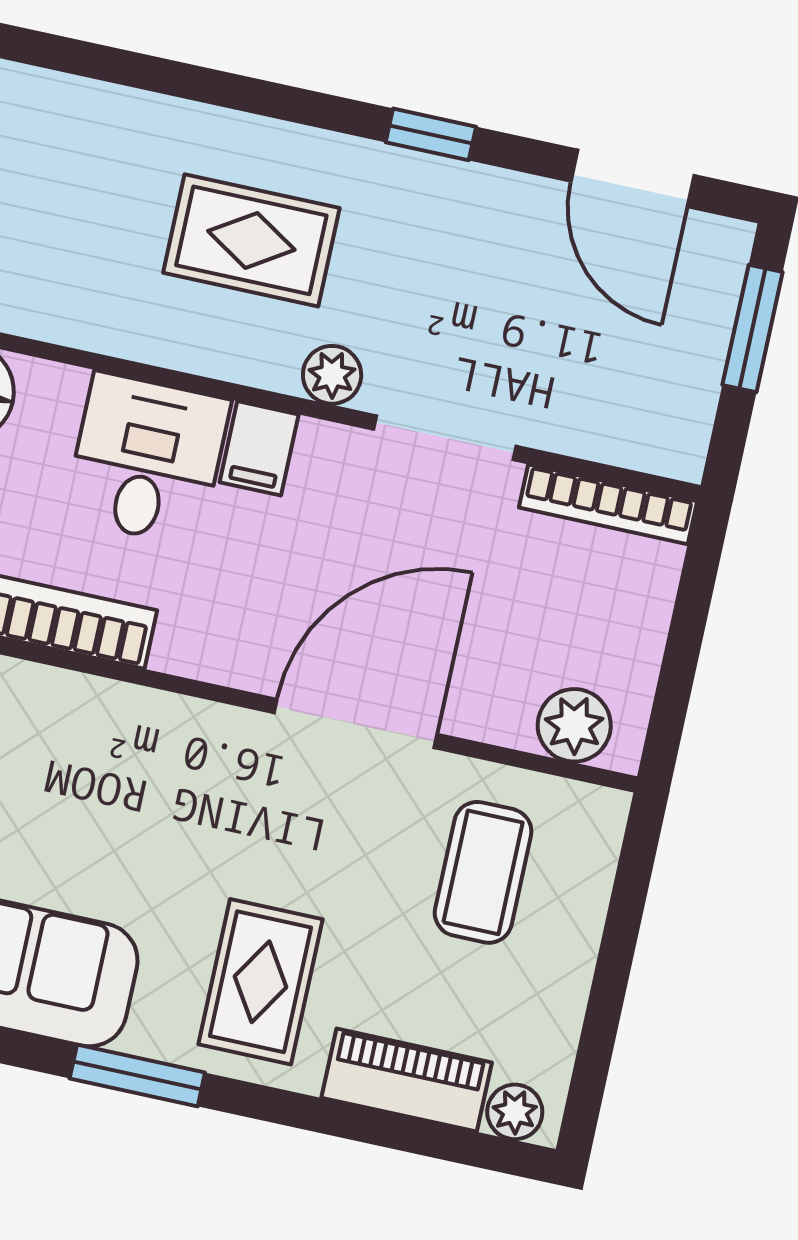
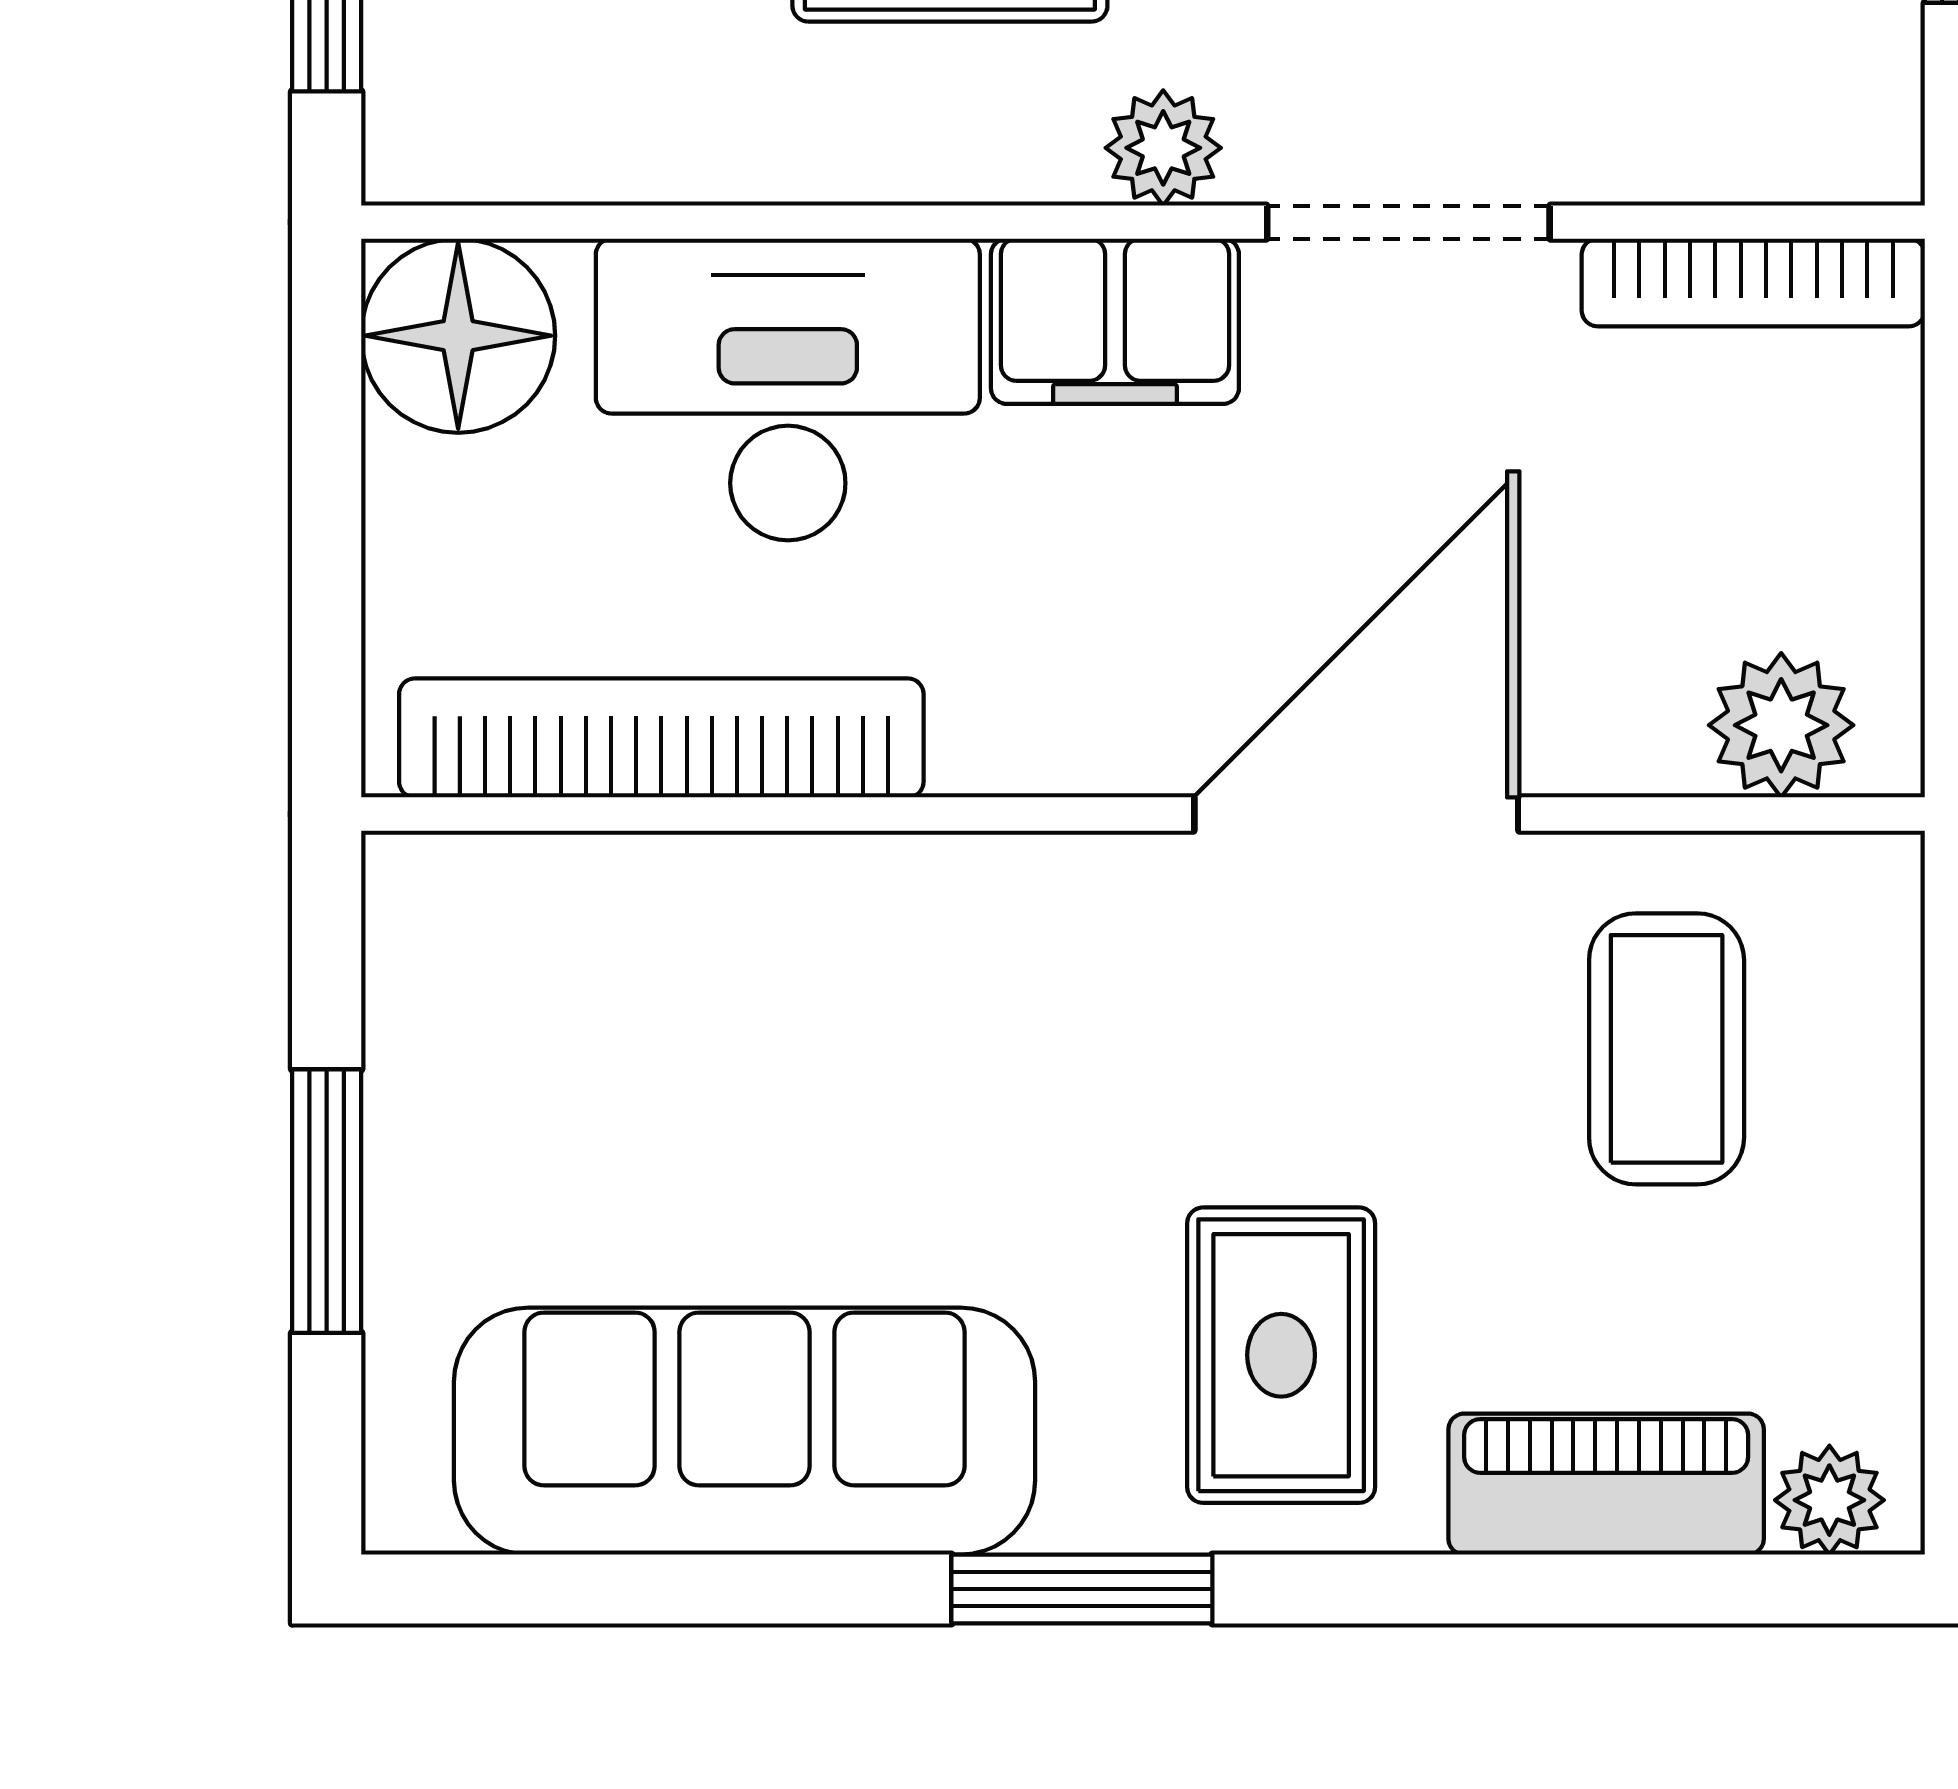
filing cabinet: (259, 448) -> (1115, 321), width x2.00
desk: (147, 459) -> (788, 389), width x1.37

